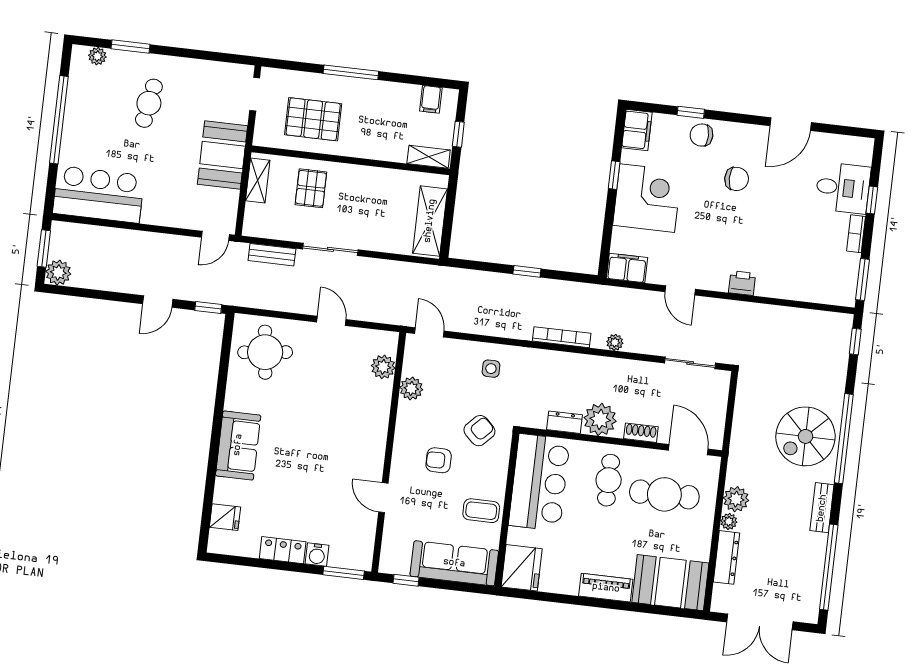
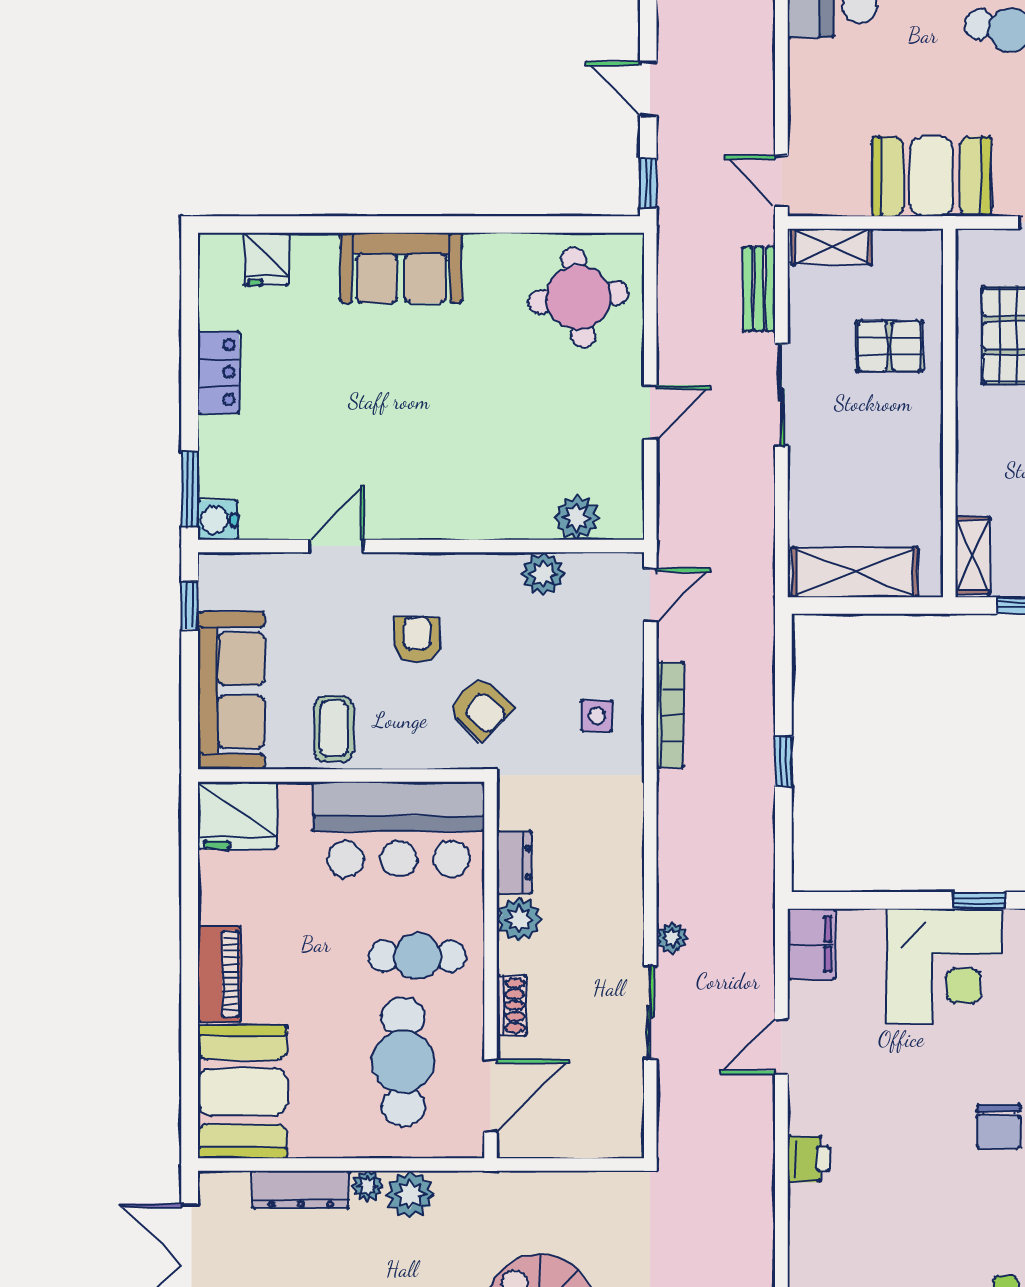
shelving: (258, 181) -> (831, 247), moved
bookcase: (562, 337) -> (670, 715), moved
sliding door: (690, 363) -> (650, 1012), moved
plant: (600, 419) -> (519, 919), width x0.73, depth x0.73
water cooler: (317, 555) -> (218, 520), moved

